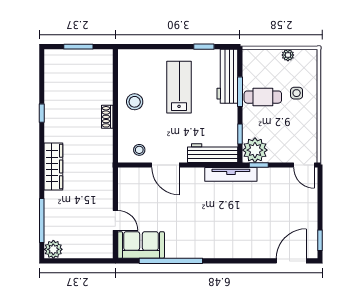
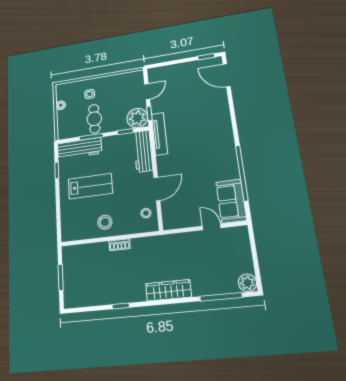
lab bench: (179, 87) -> (90, 186), turned 180
door: (304, 165) -> (147, 92), moved
door: (115, 220) -> (212, 227), hinge flipped

